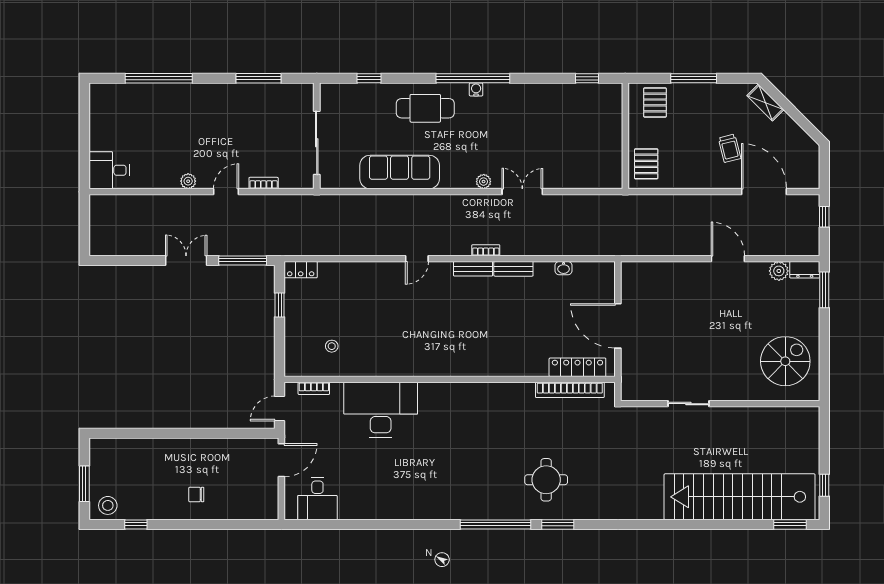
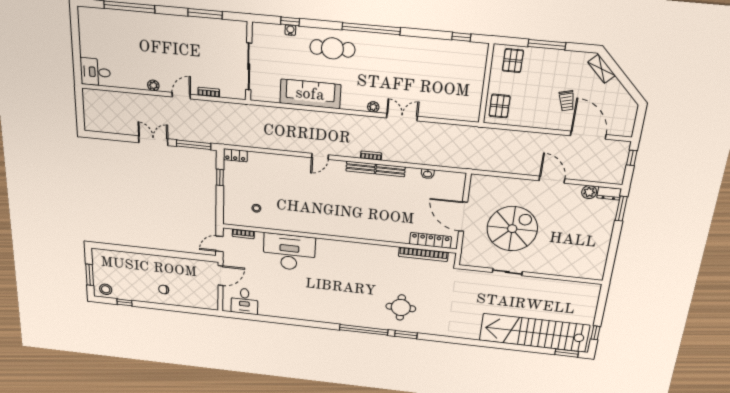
water cooler: (476, 89) -> (290, 30), moved
spiral stairs: (785, 361) -> (512, 229), moved, width x1.37, depth x1.37

